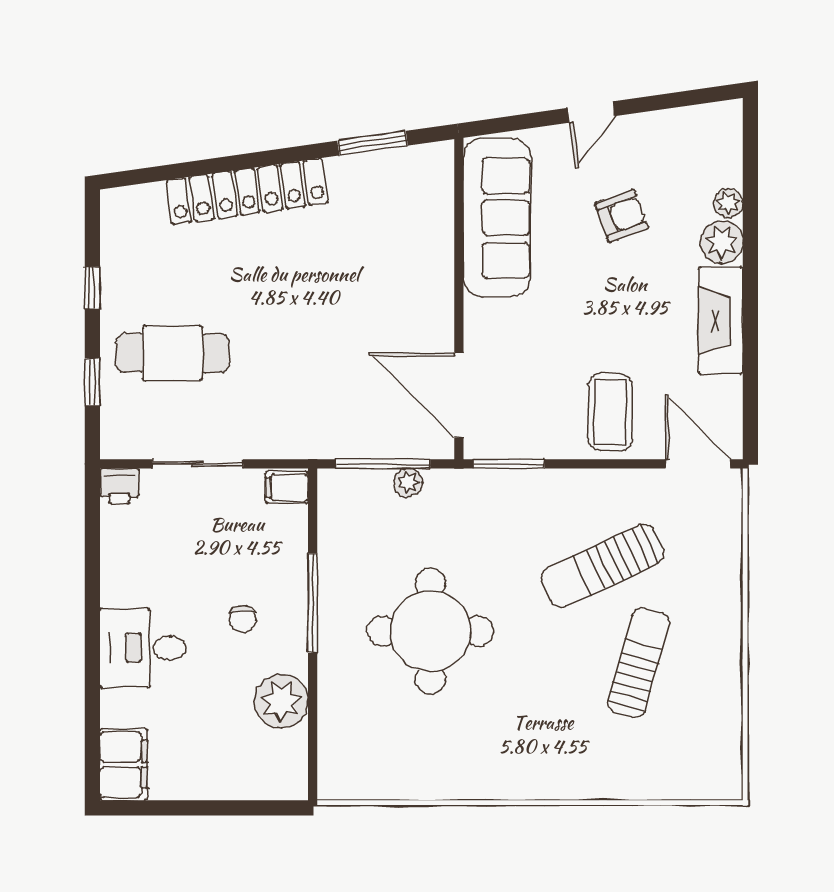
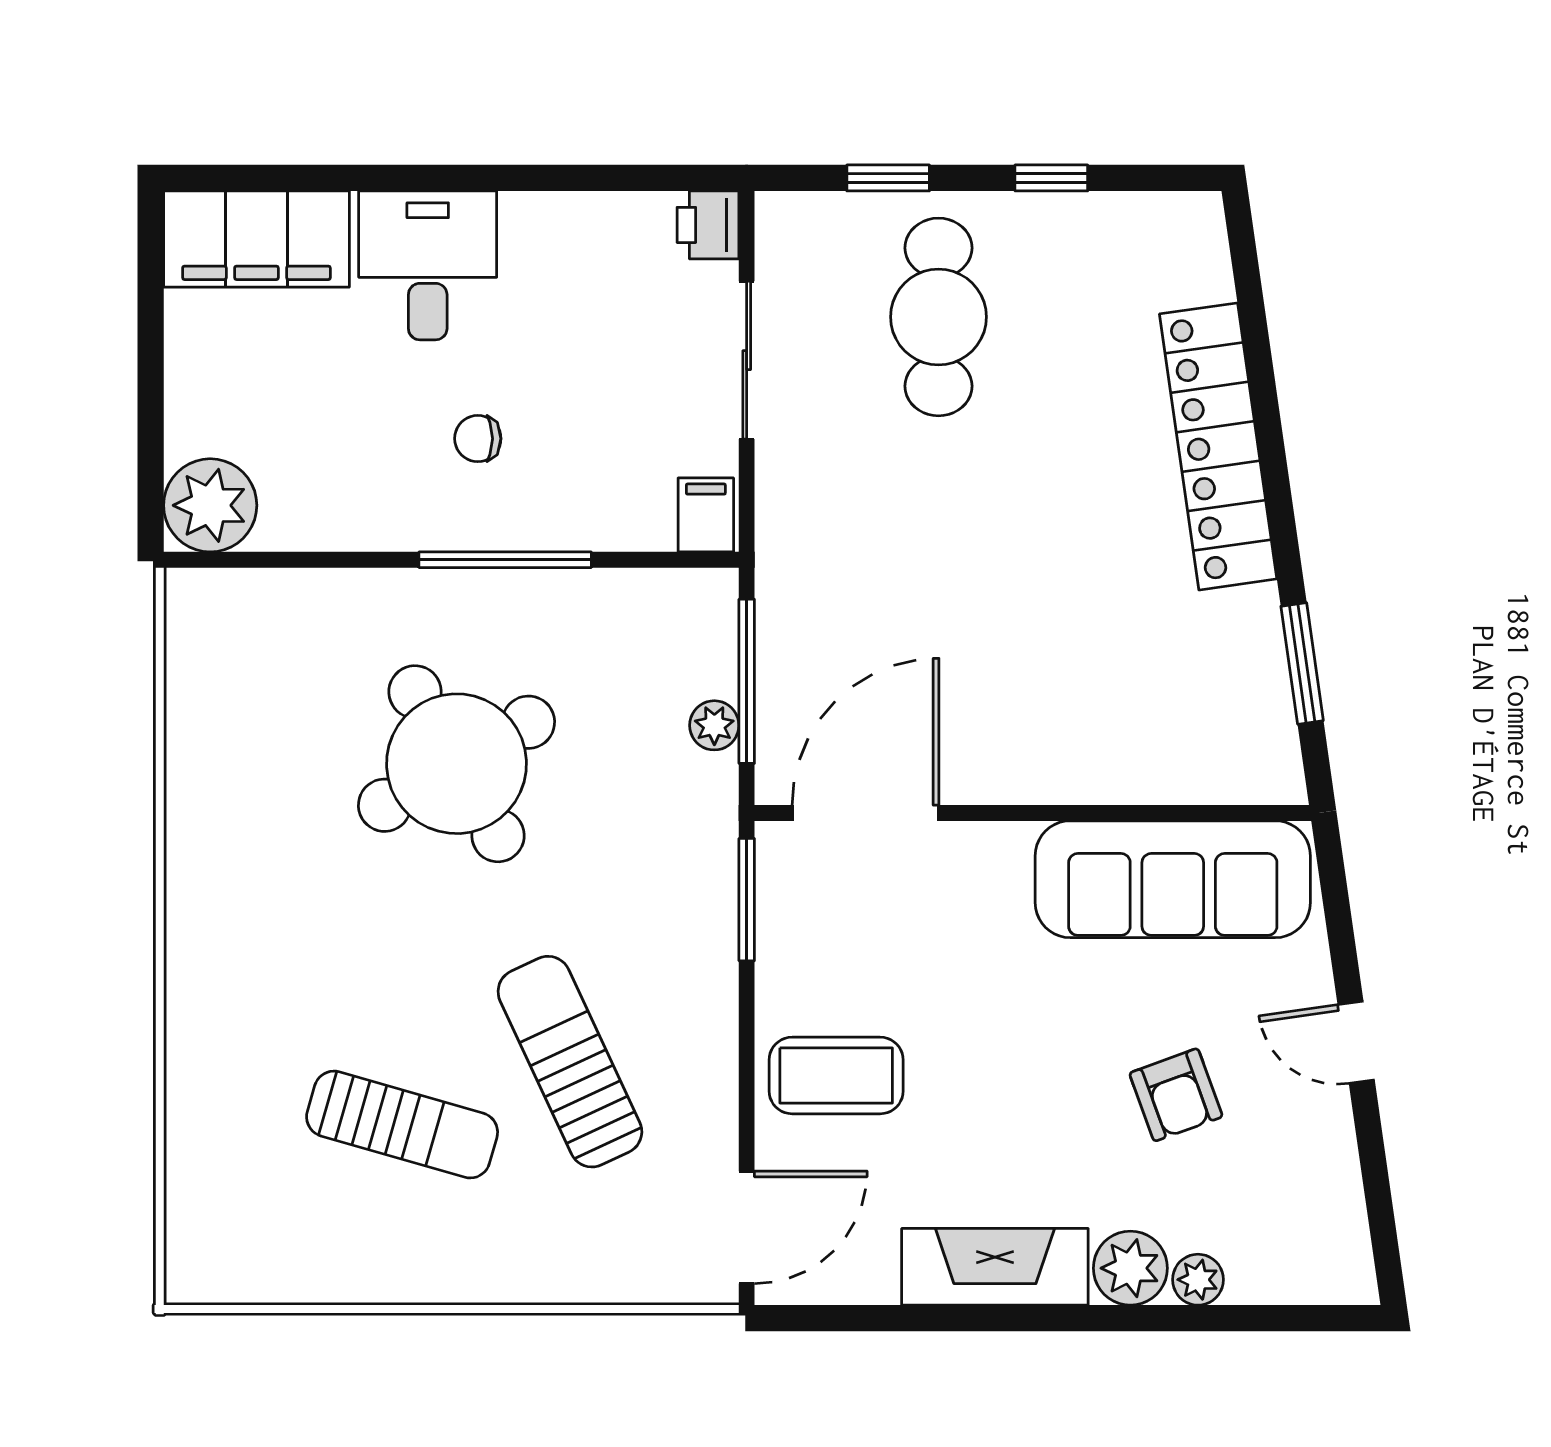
round table: (430, 631) -> (457, 764), turned -30
plant: (281, 701) -> (210, 505), moved
filing cabinet: (124, 765) -> (256, 239), width x1.50, depth x1.17

